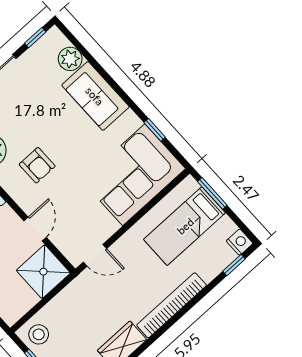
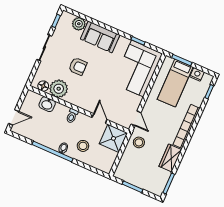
armchair: (37, 165) -> (78, 66), moved
nightstand: (240, 242) -> (197, 74), moved
door: (95, 255) -> (136, 118), hinge flipped
stool: (39, 334) -> (139, 142), moved

